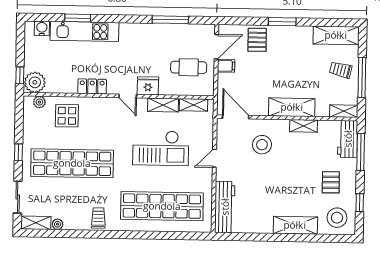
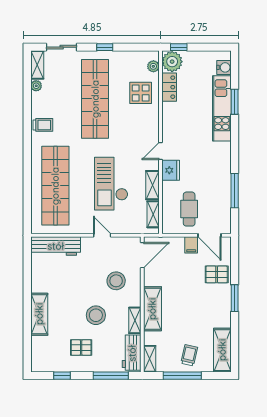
locker: (92, 86) -> (169, 87), moved
workbench: (348, 139) -> (132, 353), moved, turned -90
stool: (337, 218) -> (96, 315), moved

